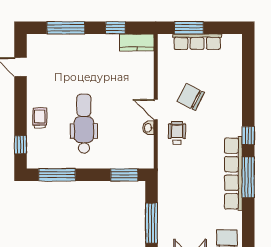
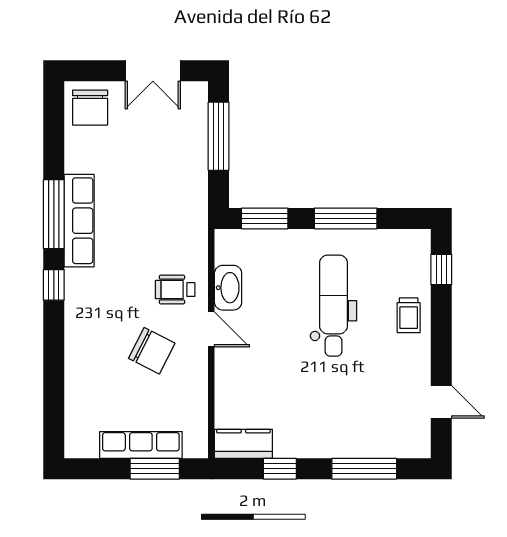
dental chair: (84, 124) -> (334, 306), turned 180
washbasin: (148, 128) -> (228, 288), width x1.91, depth x1.45
wheelchair: (177, 133) -> (175, 290), turned 90
row of seats: (233, 173) -> (79, 221), width x0.73
window: (57, 175) -> (346, 218), moved

